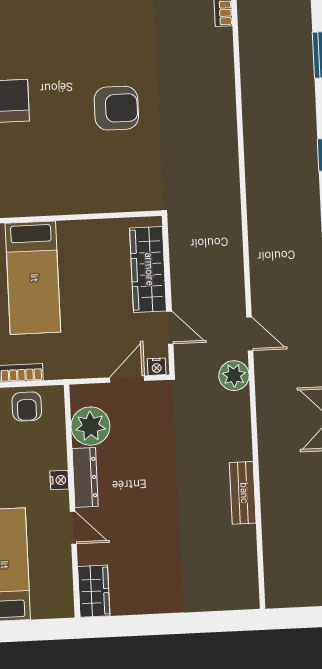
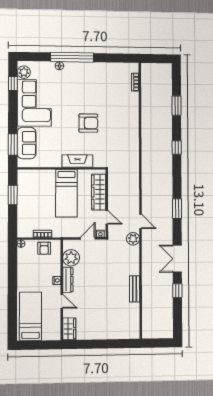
fireplace: (95, 199) -> (77, 161), added
bed: (33, 278) -> (66, 193), moved

